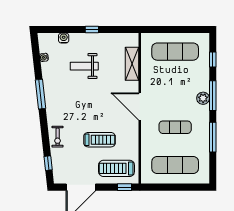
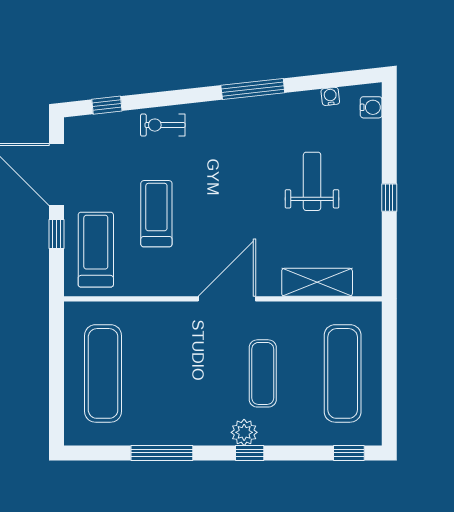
water cooler: (64, 38) -> (371, 107), moved
window: (213, 60) -> (349, 453), moved
window: (213, 96) -> (250, 453), width x0.46
exercise mat: (175, 127) -> (263, 373), moved
treadmill: (99, 140) -> (156, 214), turned 180
window: (125, 187) -> (56, 234), moved

